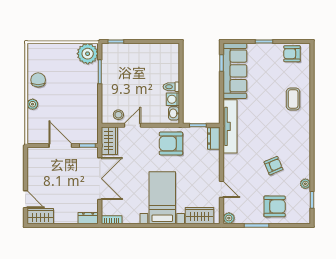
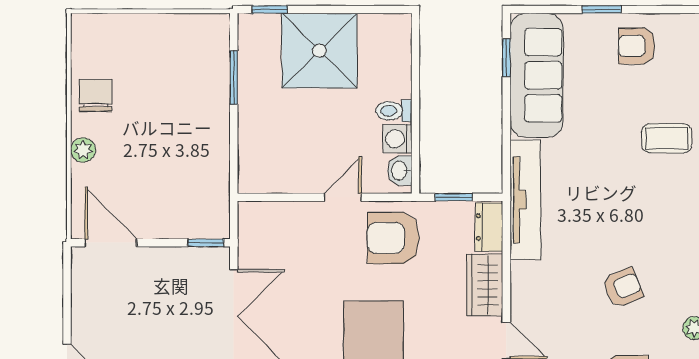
plant: (88, 54) -> (206, 37), removed
armchair: (292, 54) -> (637, 46), moved
shower: (138, 60) -> (319, 51), added
coffee table: (293, 99) -> (667, 138), turned 90
stool: (118, 115) -> (275, 174), removed
door: (133, 125) -> (343, 197), moved
wardrobe: (109, 141) -> (485, 285), moved, turned 180
door: (60, 146) -> (111, 243), moved

